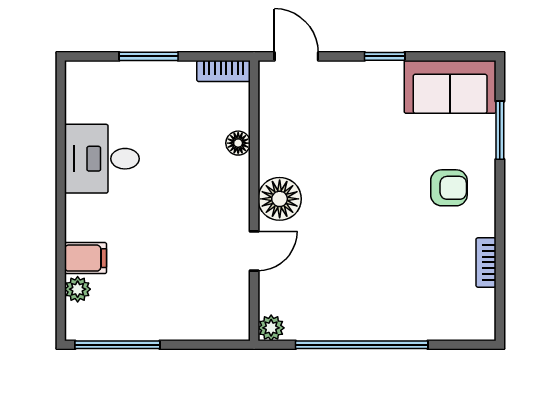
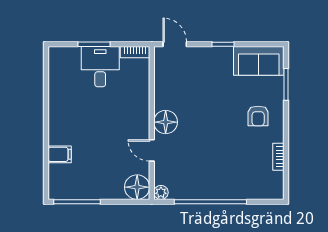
floor lamp: (238, 143) -> (137, 187), moved, width x1.89, depth x1.89
desk: (102, 159) -> (100, 67), moved, turned 90
armchair: (449, 188) -> (258, 116), turned 90
door: (254, 251) -> (152, 150), swing flipped
plant: (78, 289) -> (55, 171), removed

